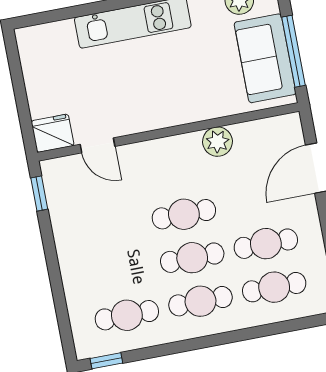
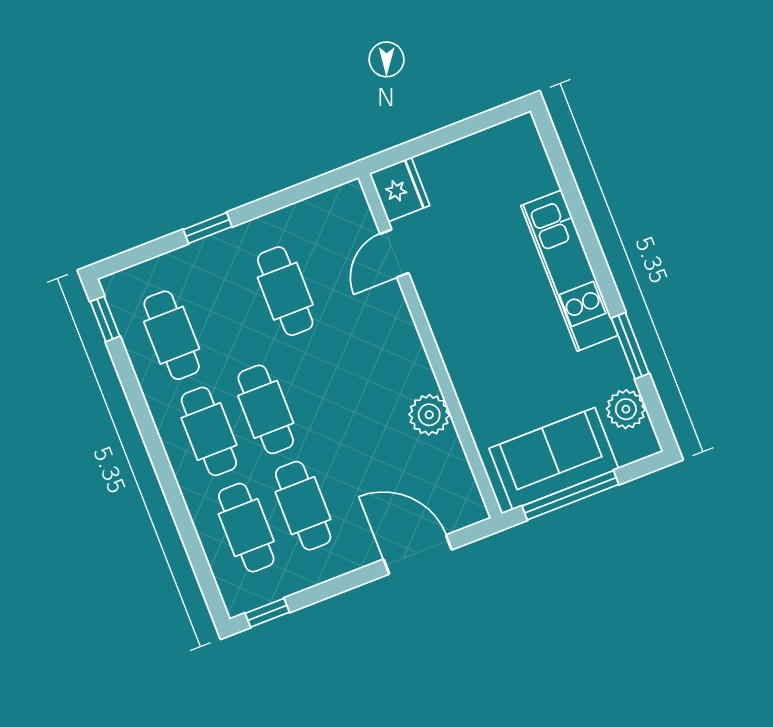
window: (39, 194) -> (208, 228), moved
cafe table: (184, 214) -> (285, 291), moved

